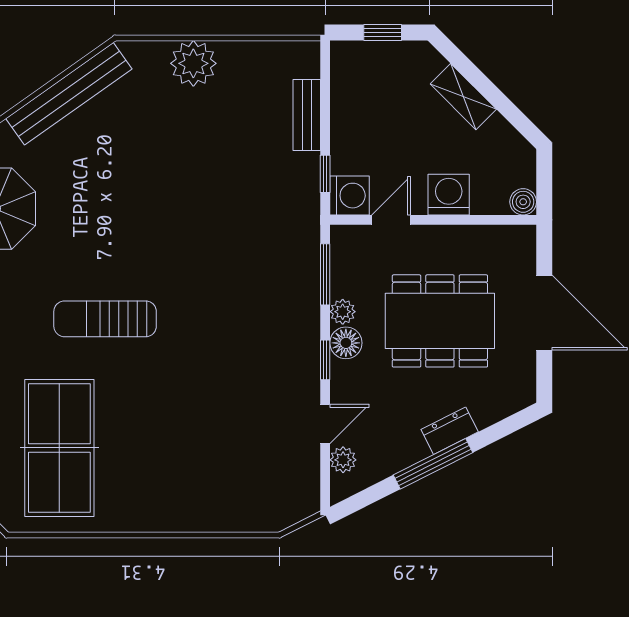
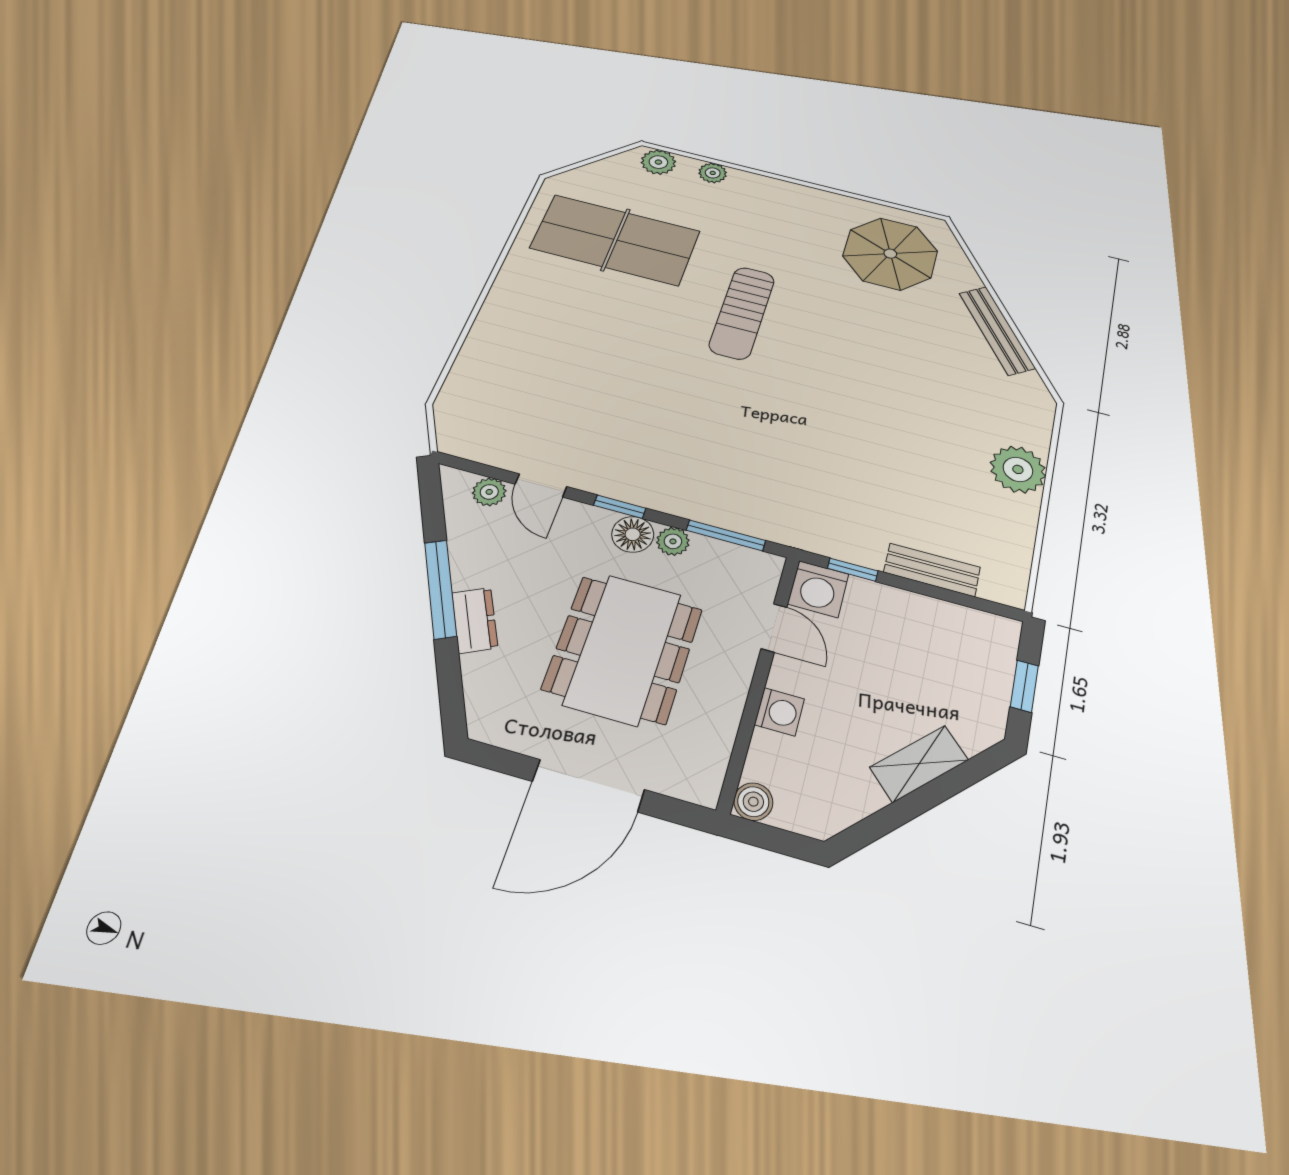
bench: (69, 94) -> (997, 330), width x0.73, depth x0.82
washing machine: (449, 195) -> (779, 712), width x0.73, depth x0.73
sun lounger: (105, 319) -> (742, 313), turned 180

